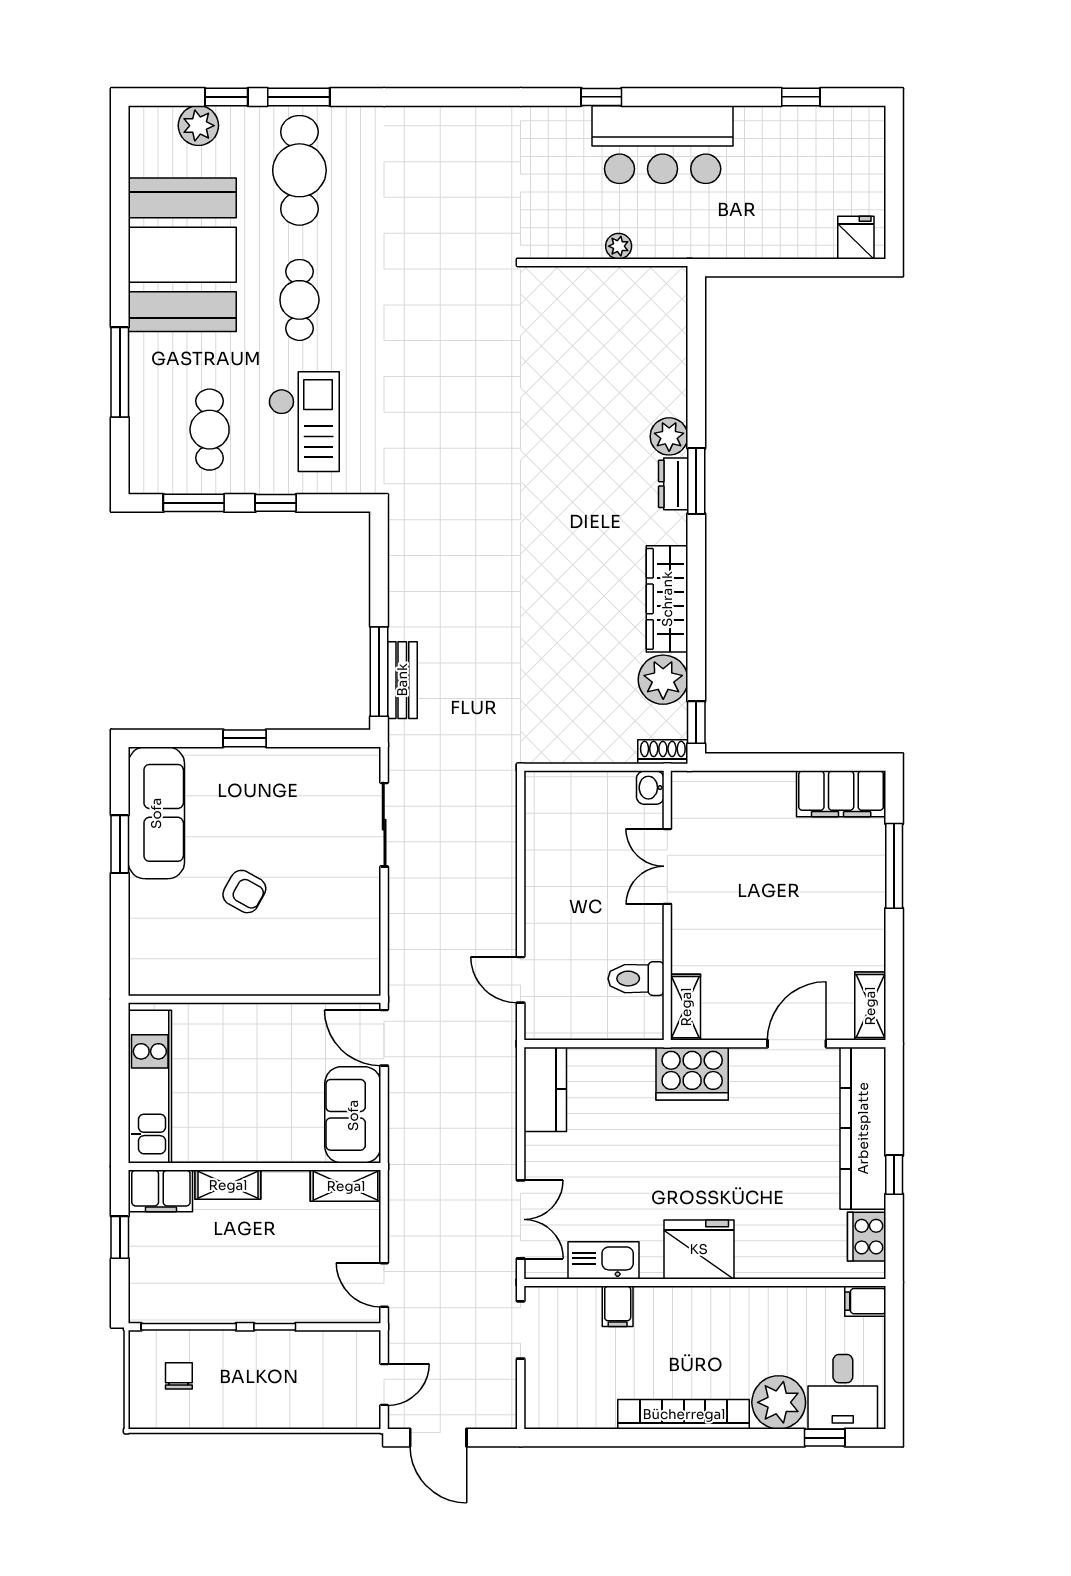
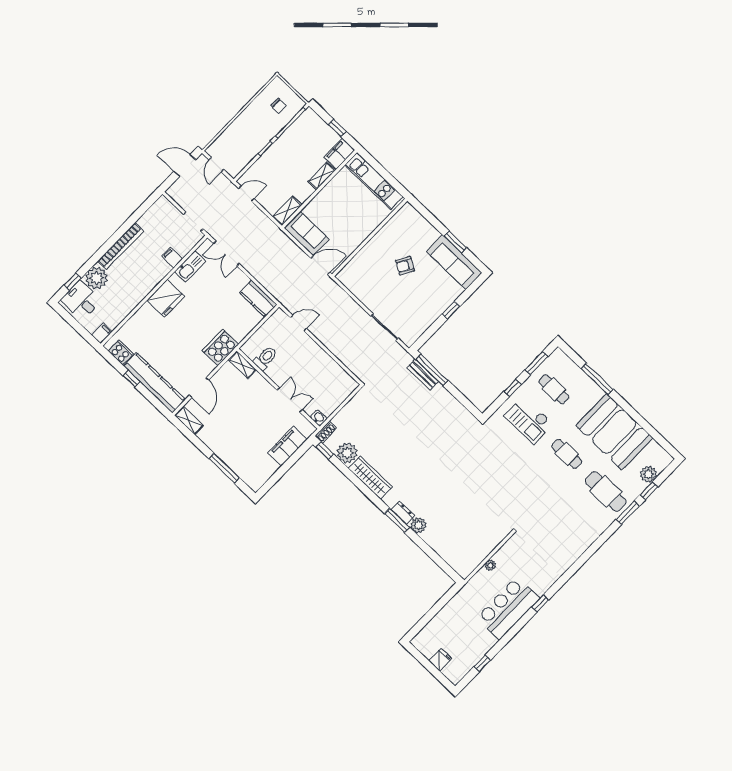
fridge: (856, 238) -> (440, 660), moved, turned -90
filing cabinet: (841, 794) -> (288, 446), moved

